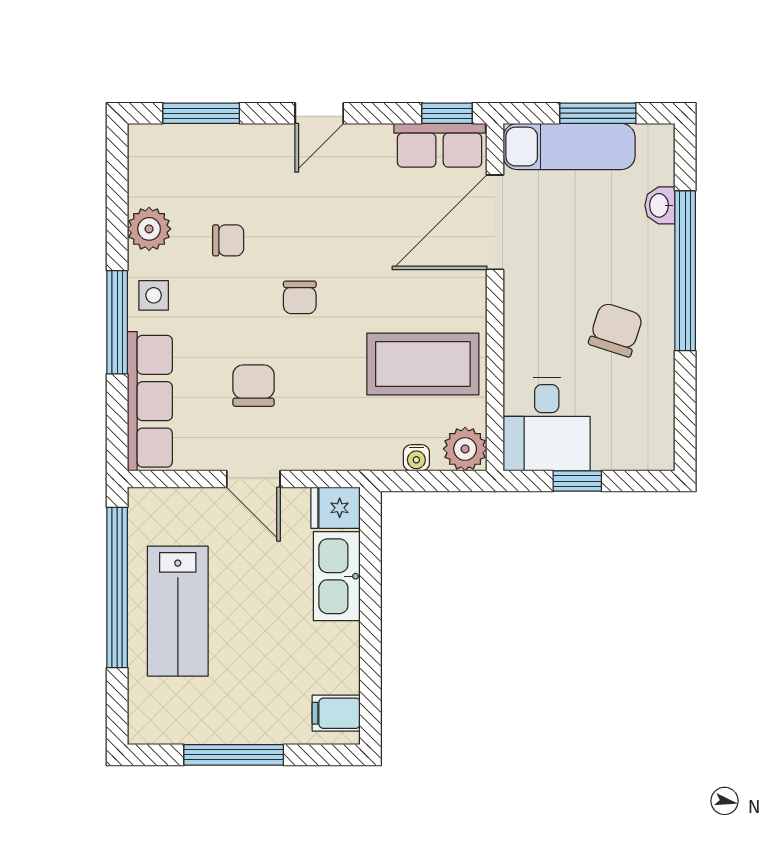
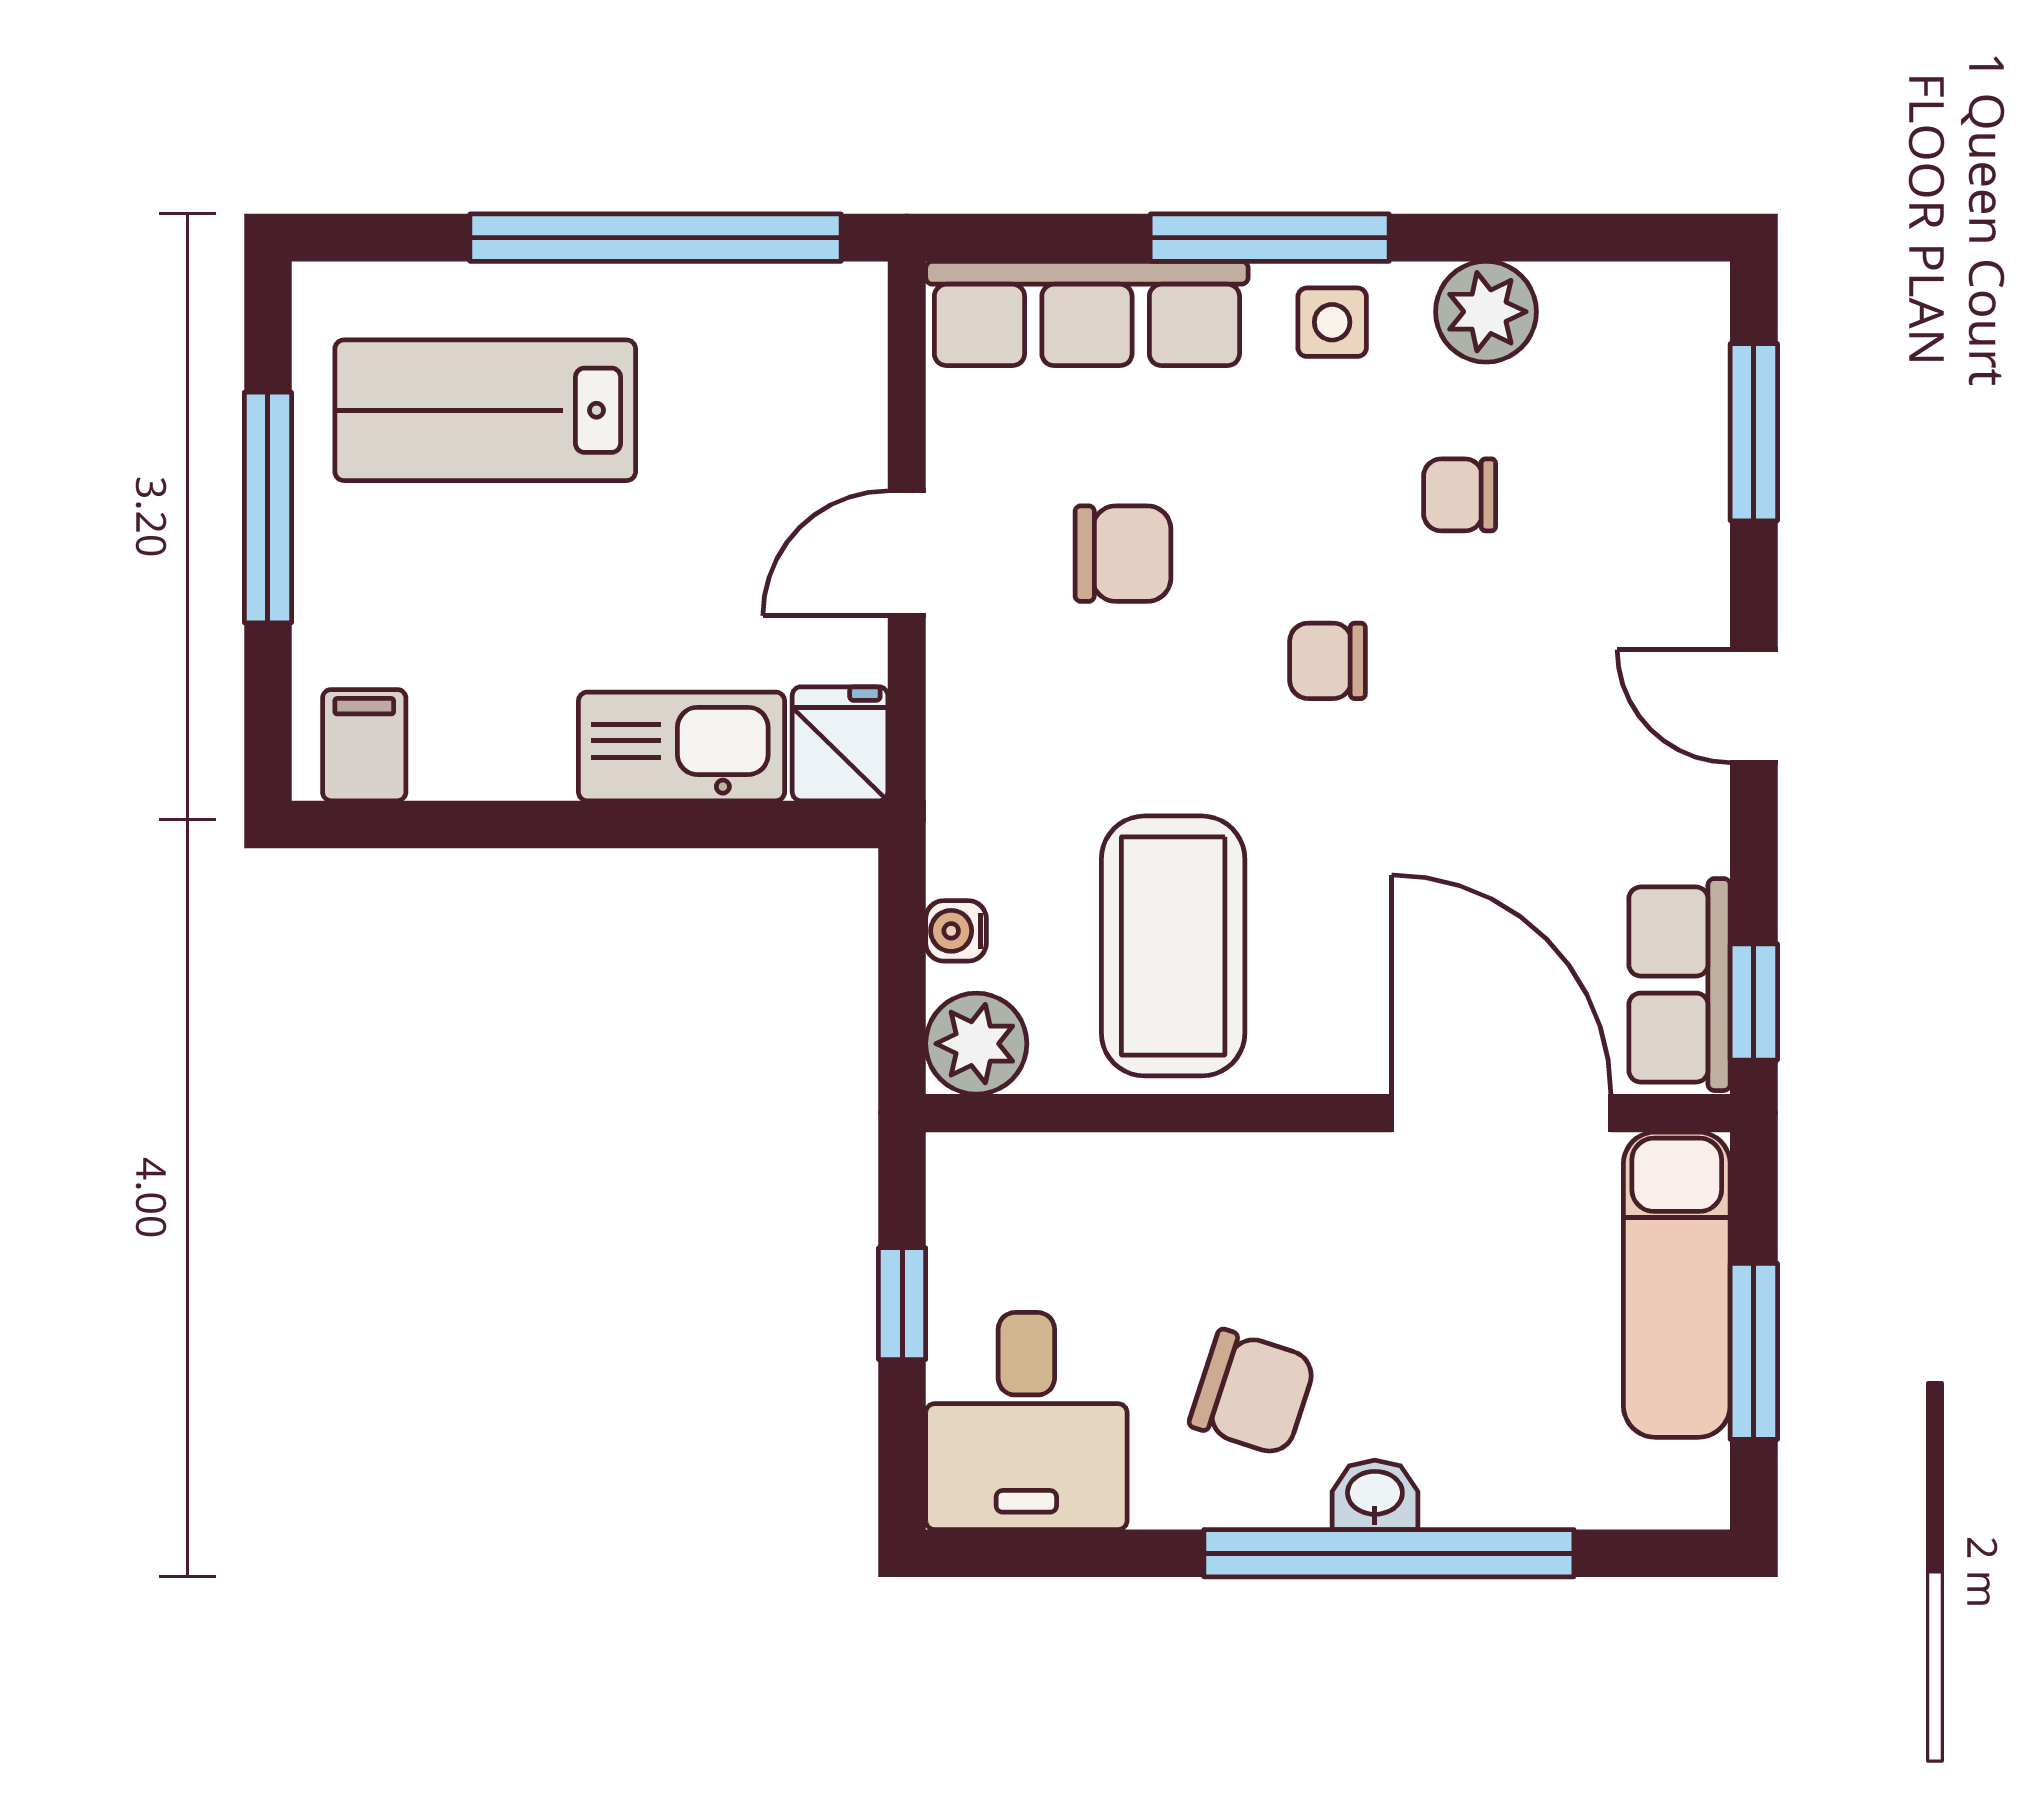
washbasin: (660, 205) -> (1375, 1495), moved
chair: (228, 240) -> (1460, 495), turned 90
desk: (547, 424) -> (1026, 1421), moved, turned -90
lab bench: (178, 611) -> (485, 410), moved

